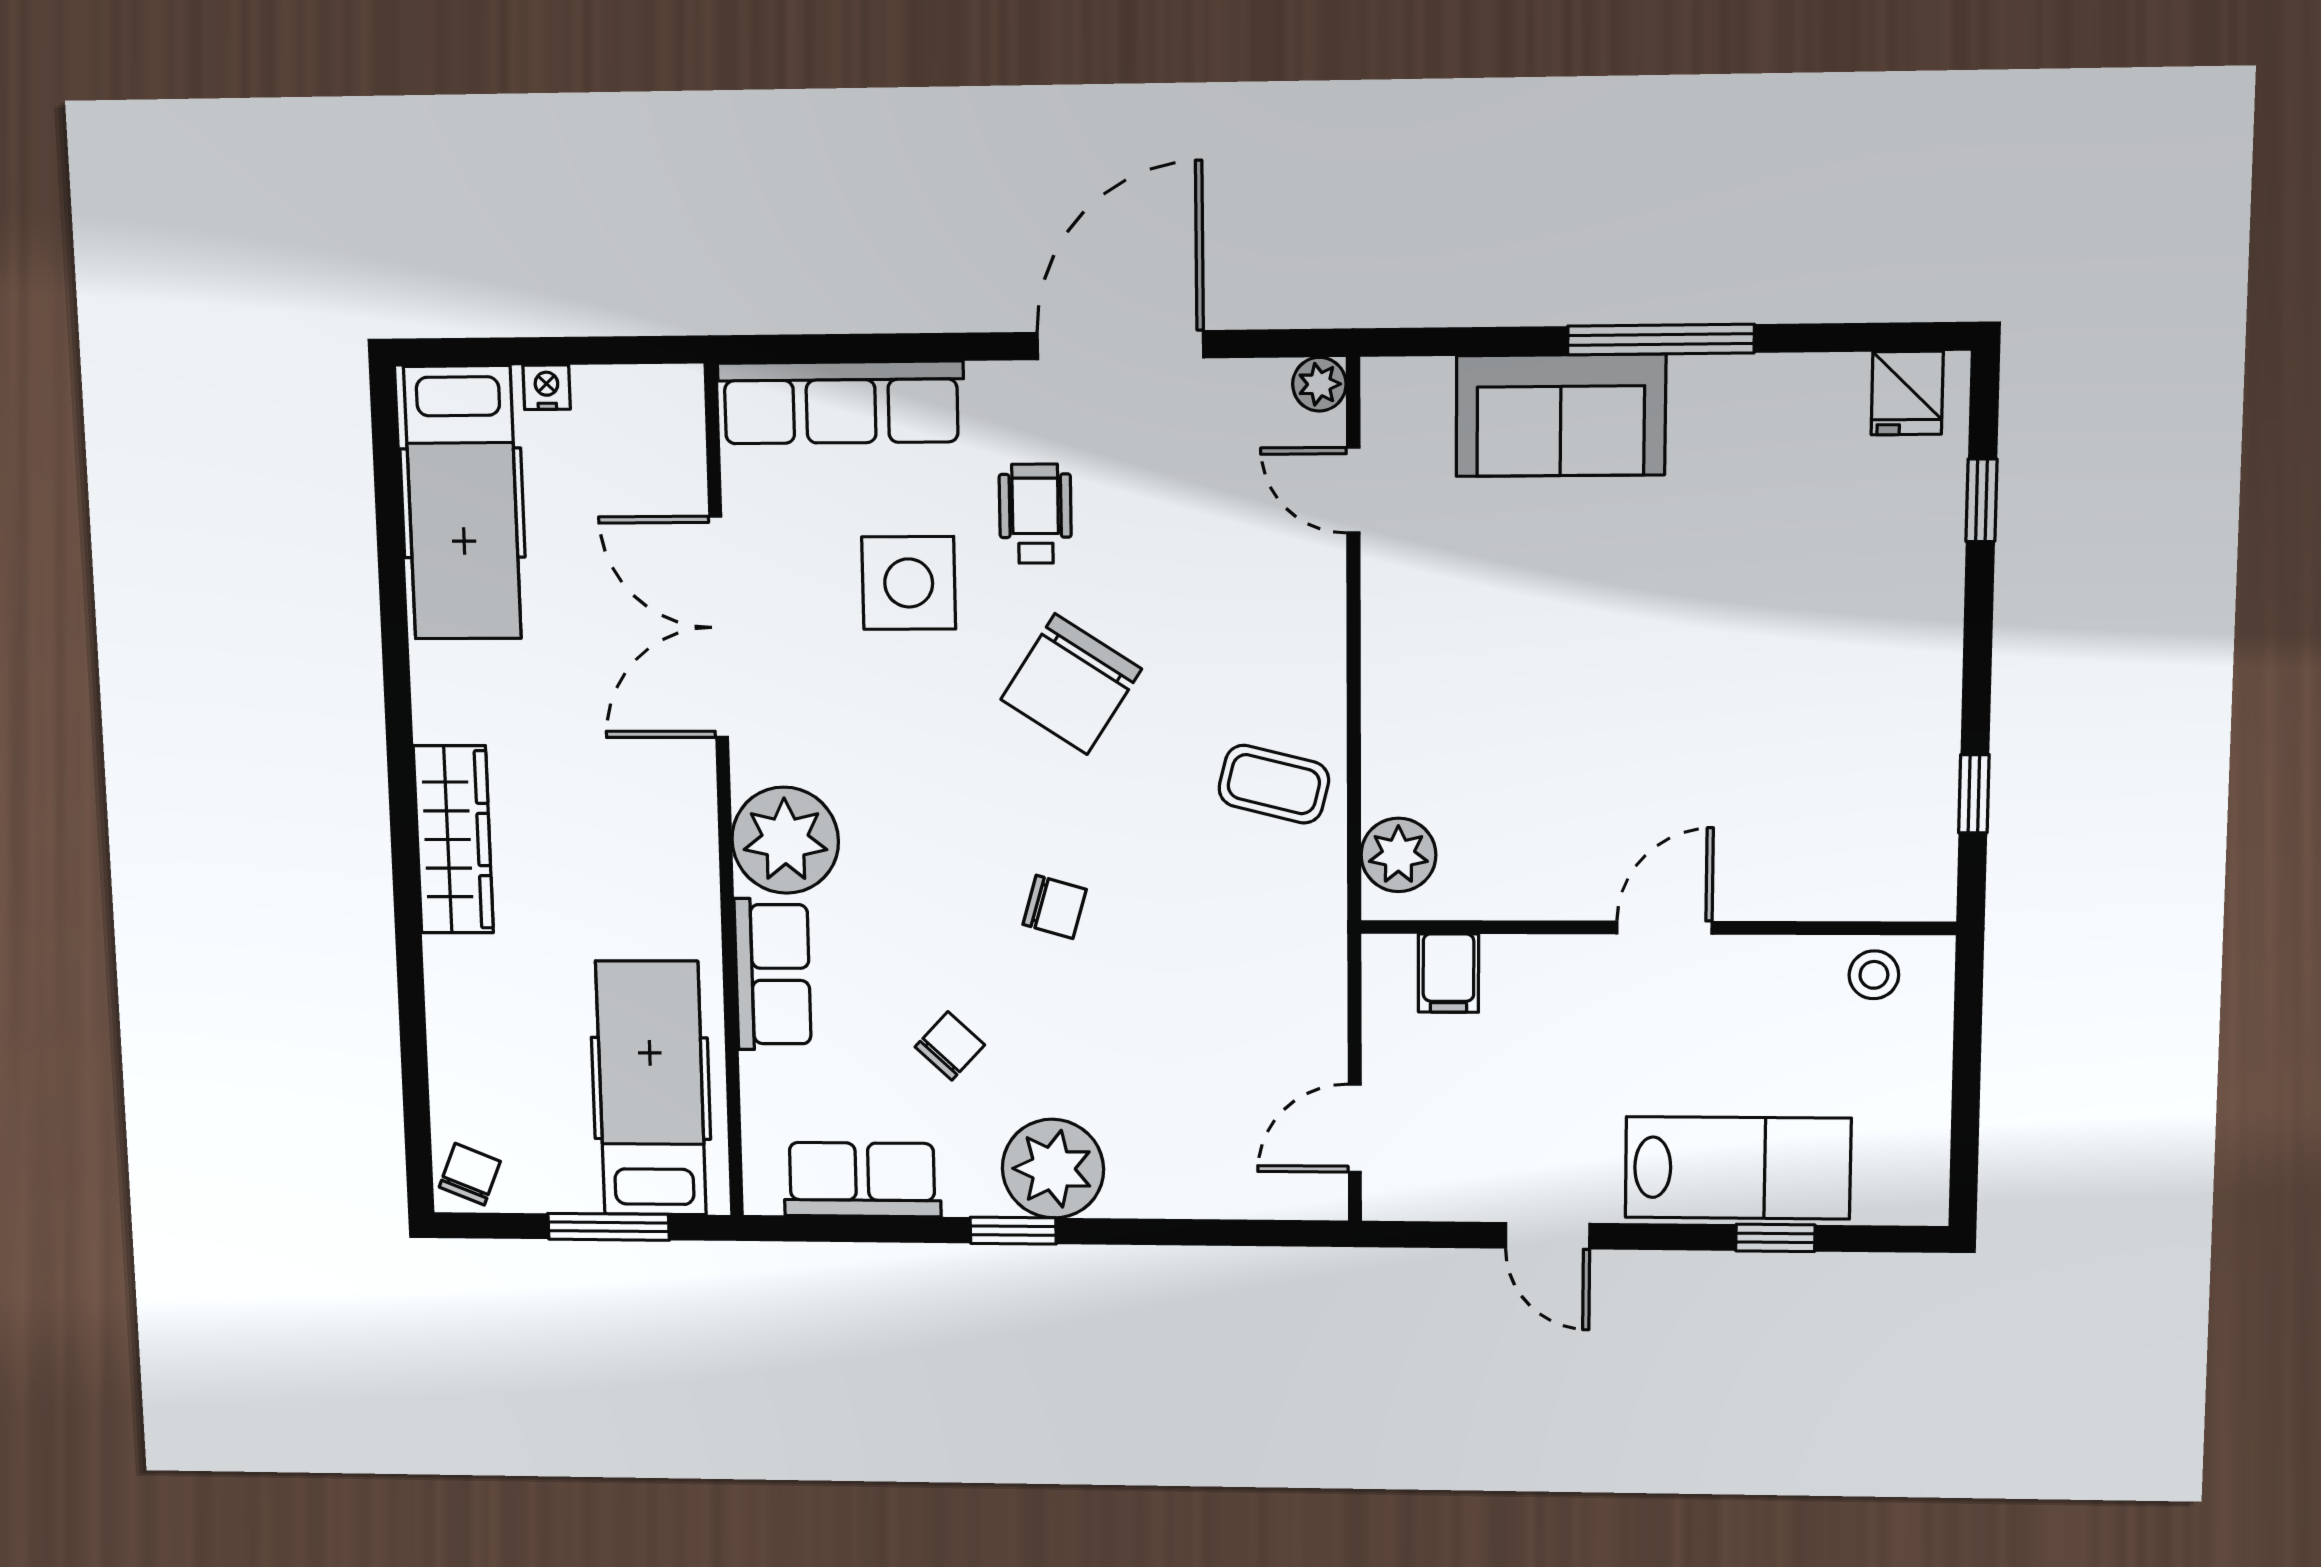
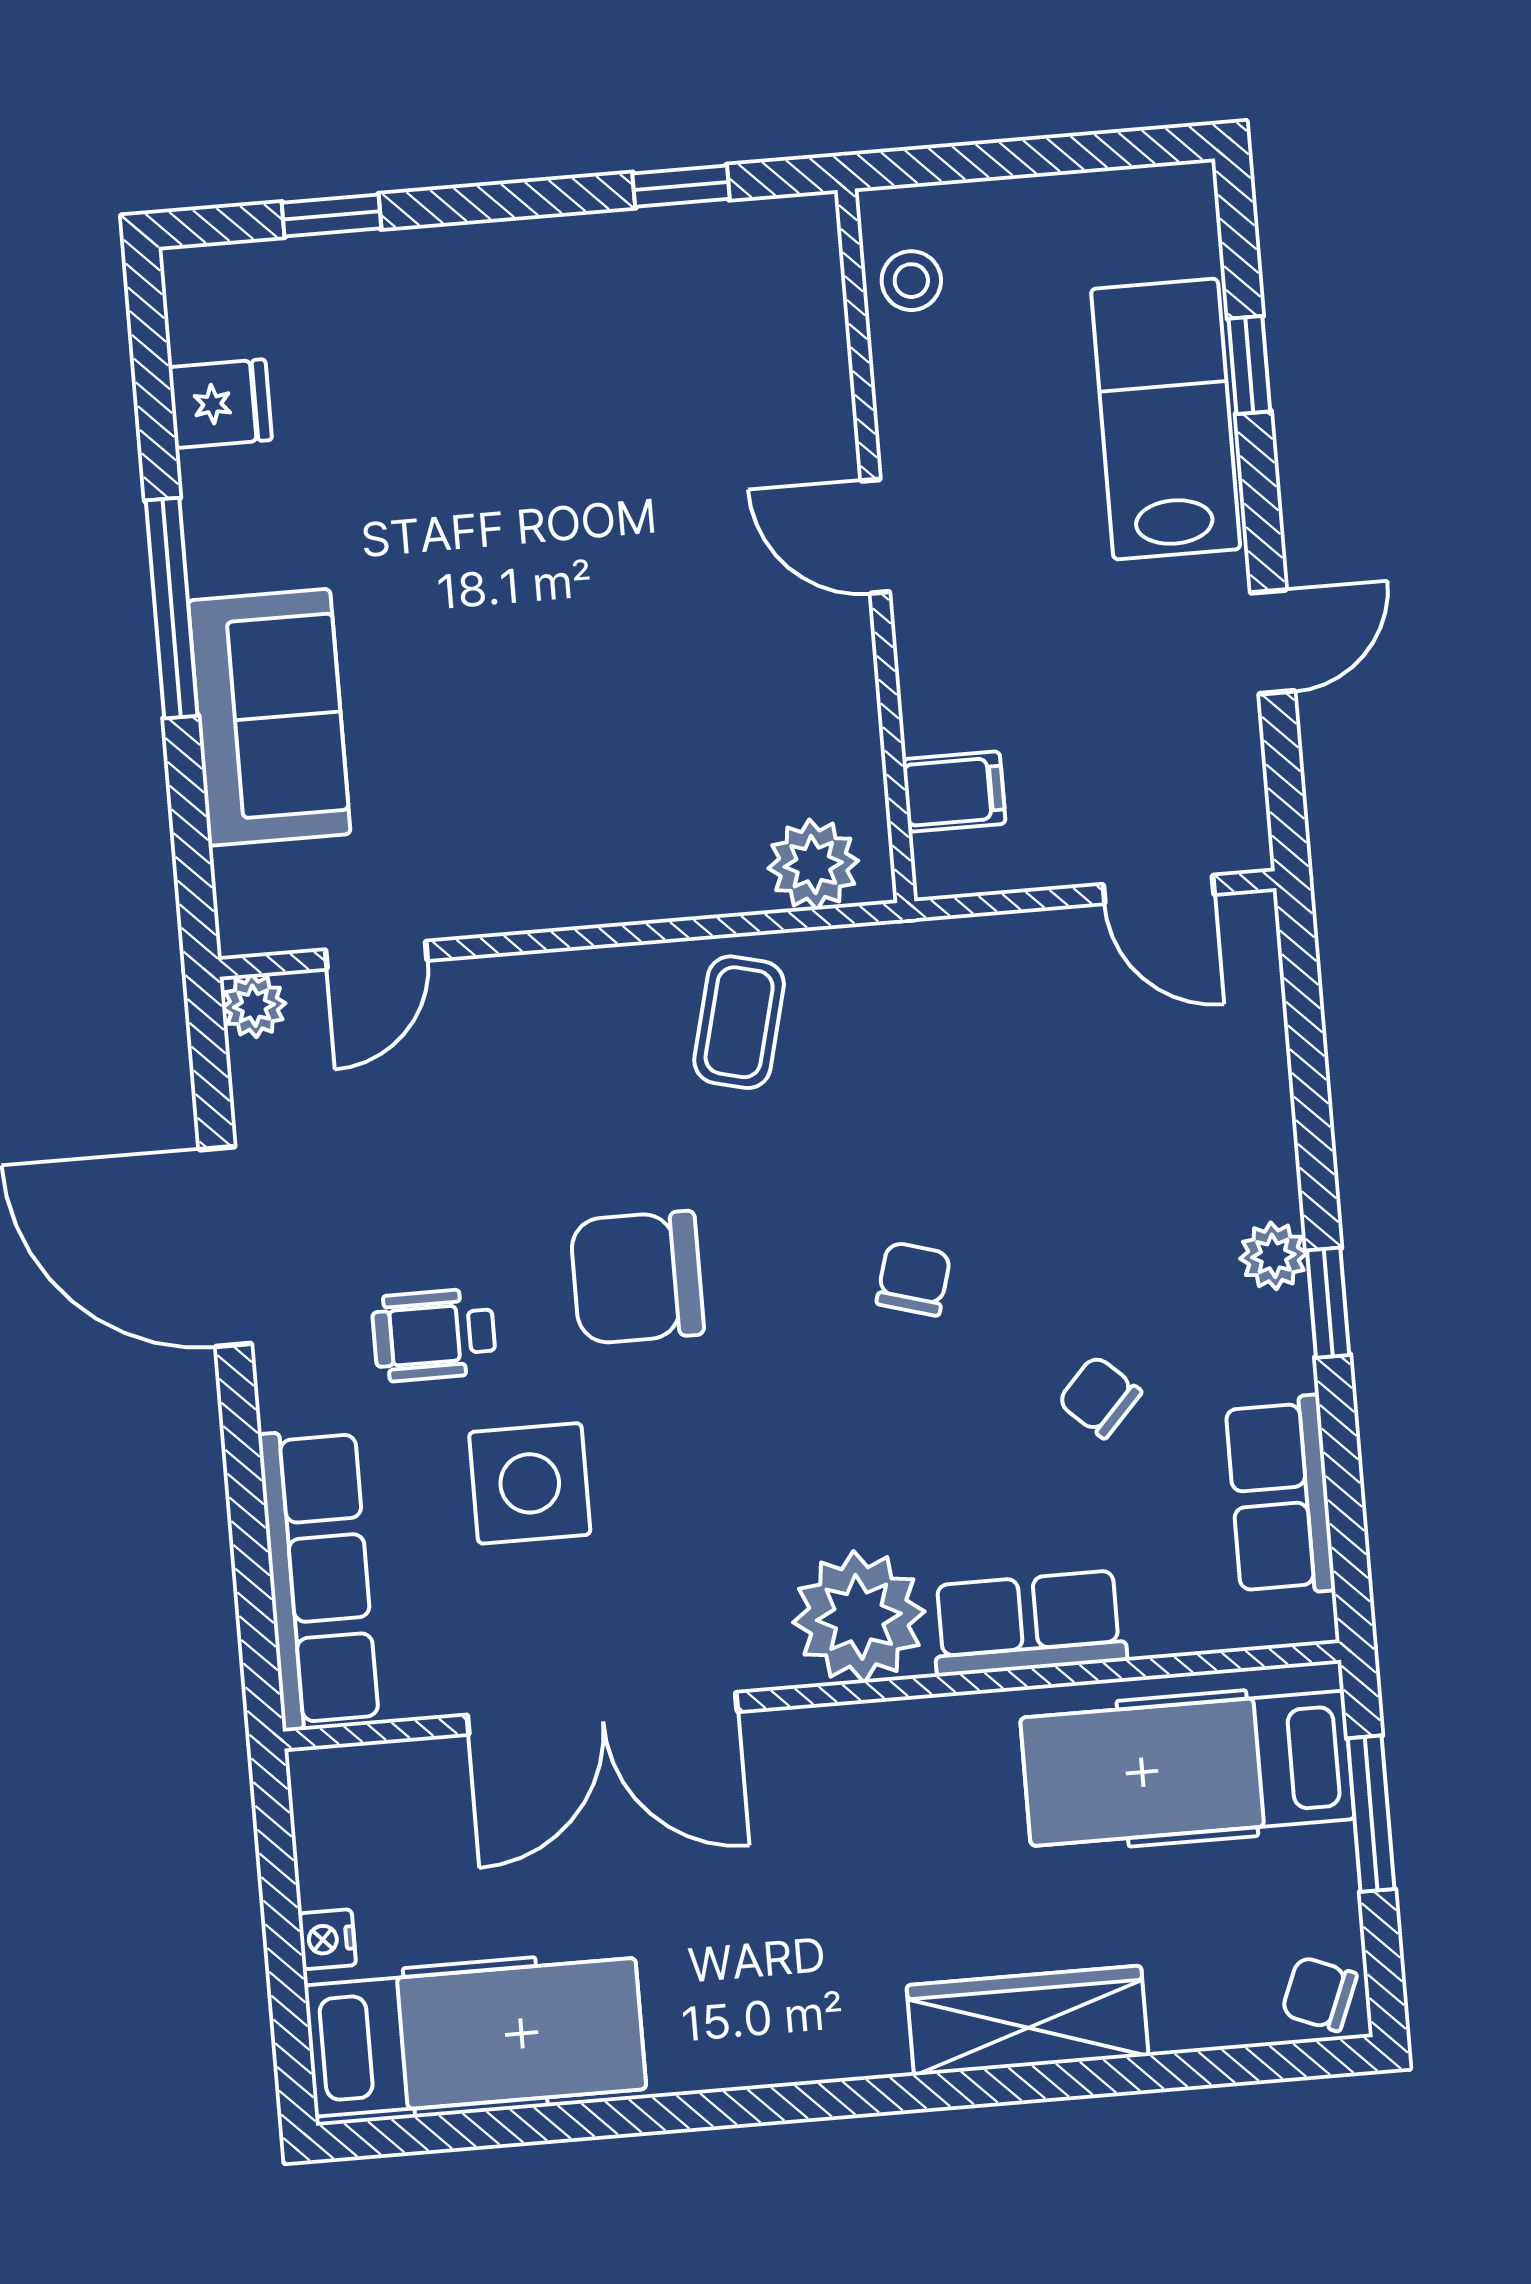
fridge: (1907, 393) -> (220, 404), moved
chair: (1071, 684) -> (637, 1277), turned 147
wardrobe: (453, 840) -> (1027, 2021), moved
plant: (1053, 1169) -> (1273, 1256), width x0.53, depth x0.53

